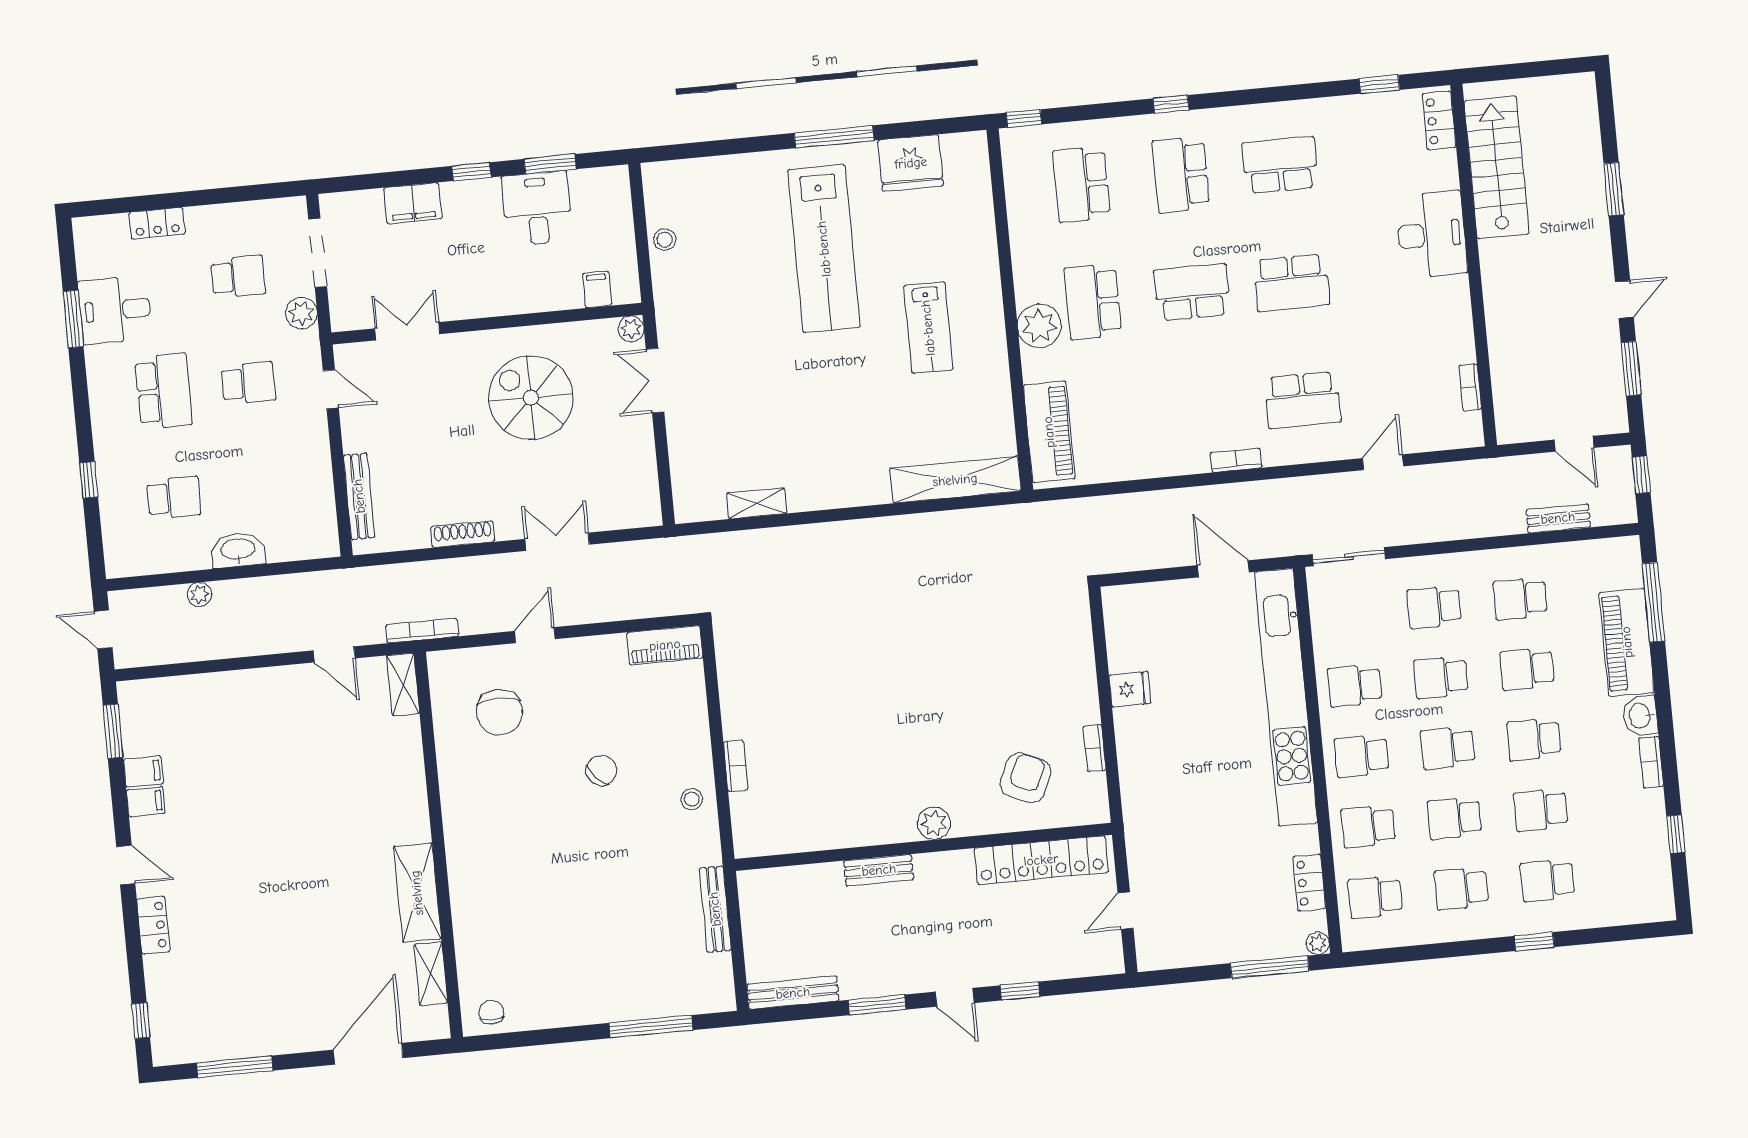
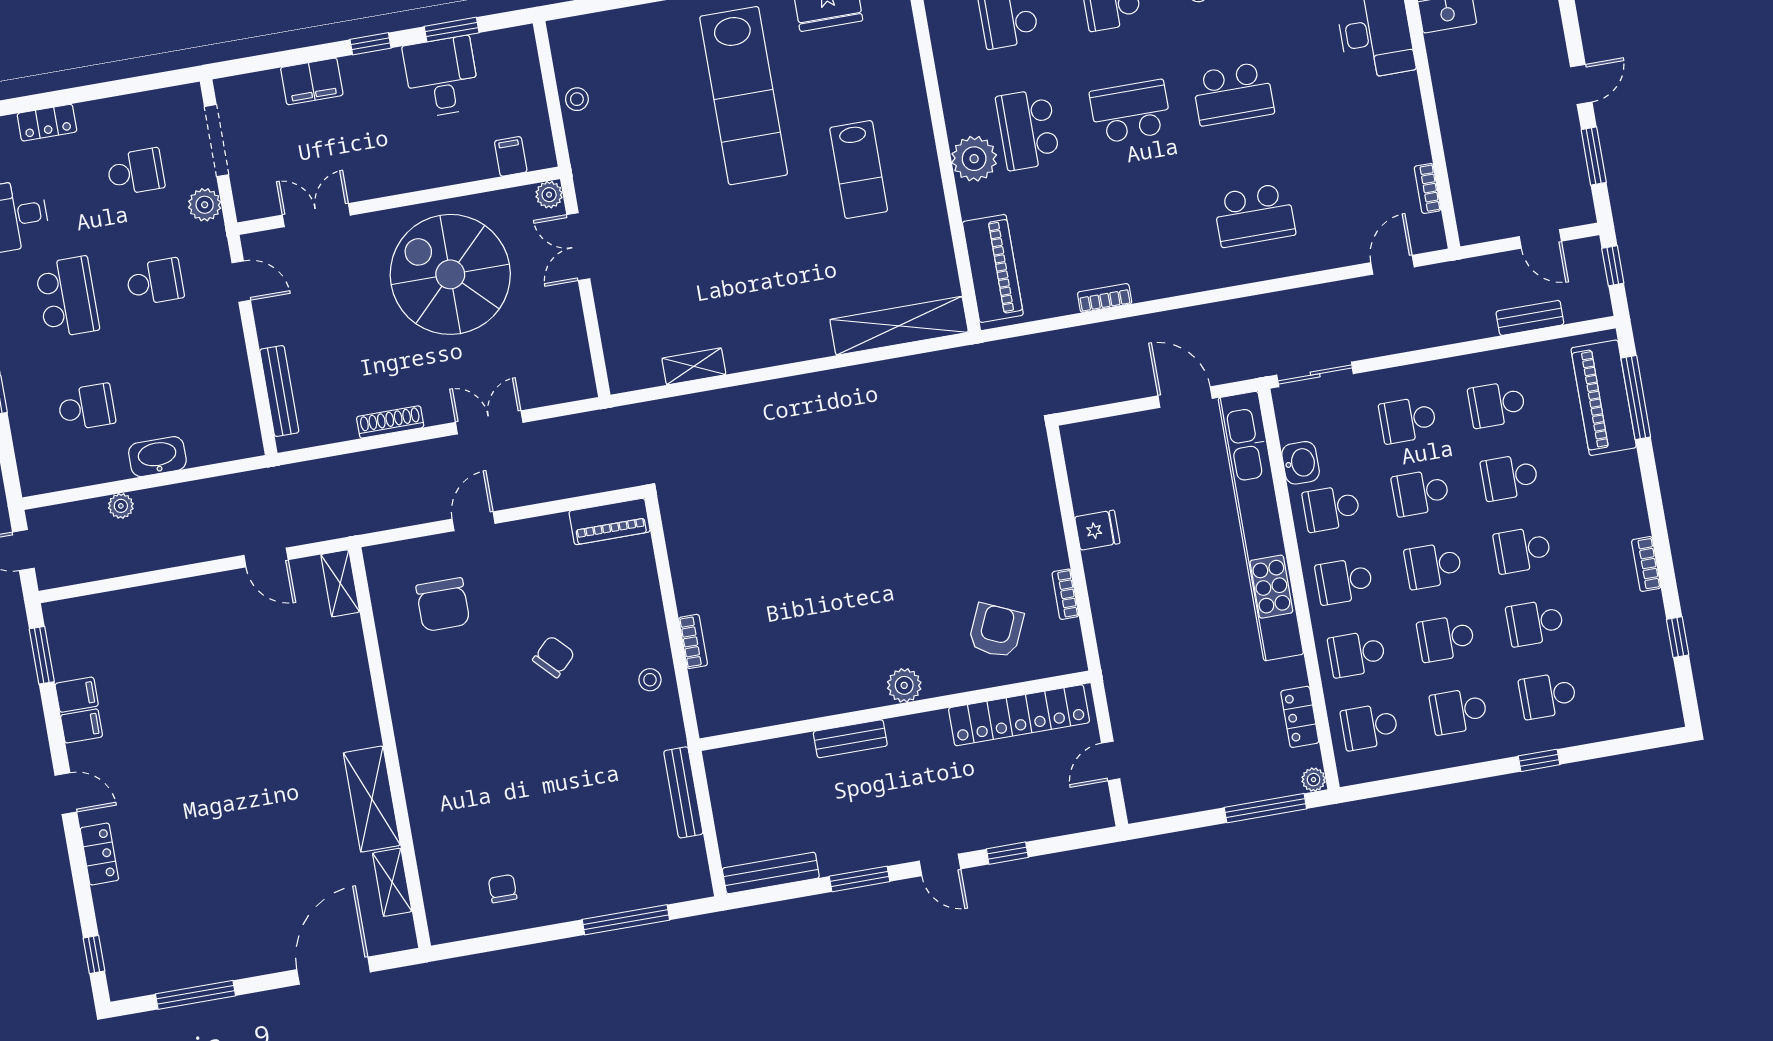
spiral stairs: (531, 398) -> (450, 274), width x1.37, depth x1.37
bookcase: (1236, 460) -> (1105, 298), moved
door: (1383, 462) -> (1392, 265), moved
bookcase: (422, 631) -> (356, 526), removed
piano: (1627, 642) -> (1604, 398), moved
washbasin: (1640, 716) -> (1301, 463), moved, turned 180
chair: (491, 1012) -> (503, 889), moved

